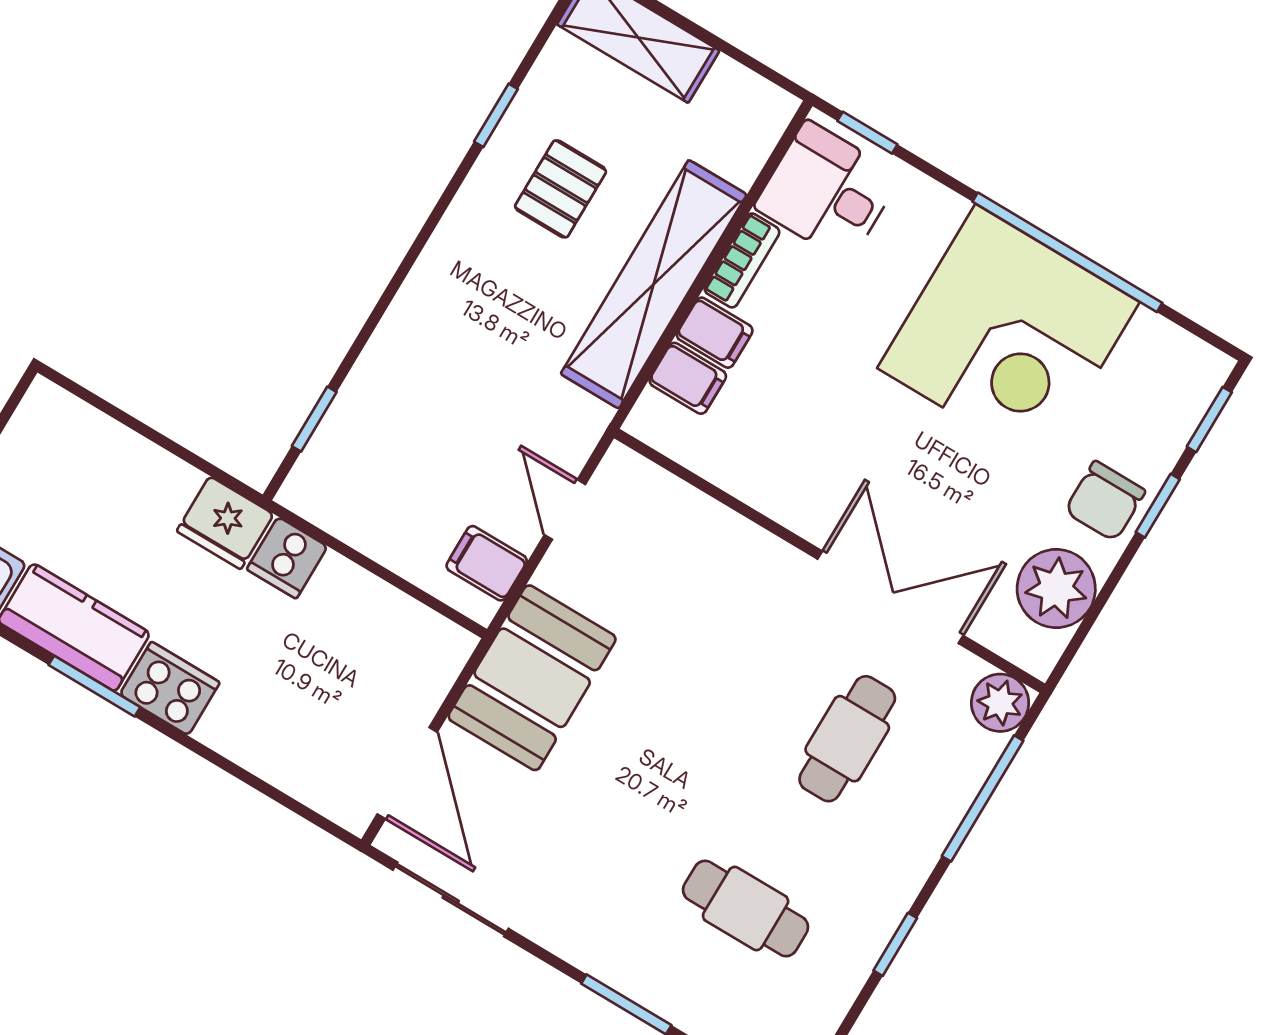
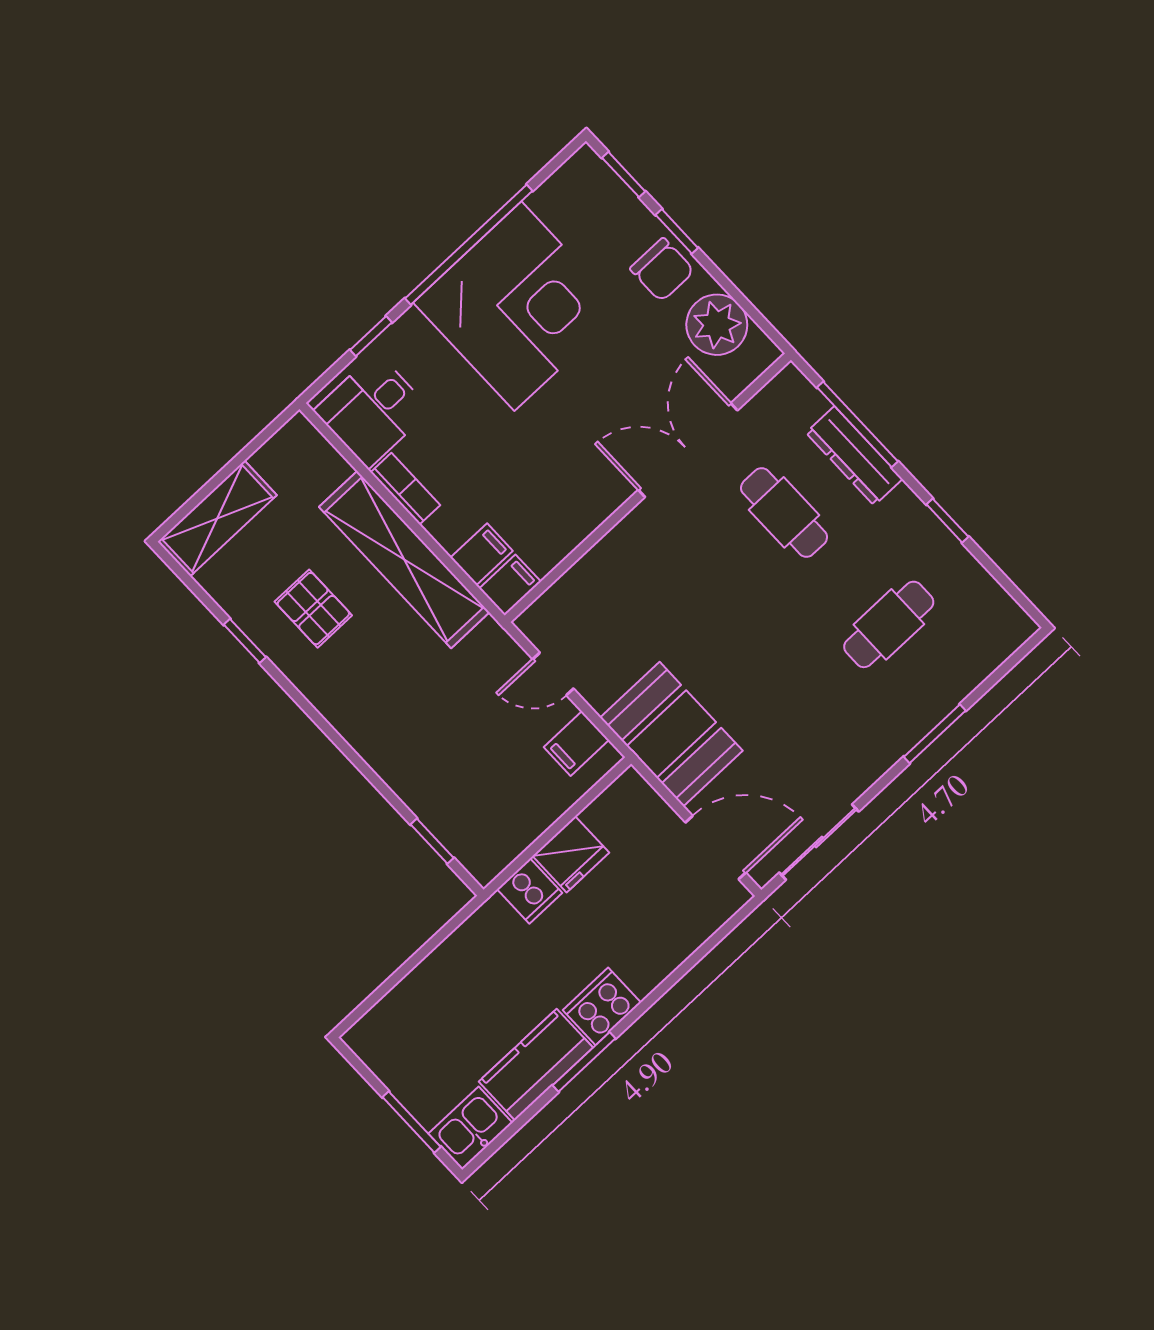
window: (867, 133) -> (371, 336), moved
filing cabinet: (715, 333) -> (510, 585), moved
fridge: (225, 523) -> (571, 854), moved
plant: (1000, 703) -> (790, 391), removed
dresser: (942, 806) -> (854, 456), added

